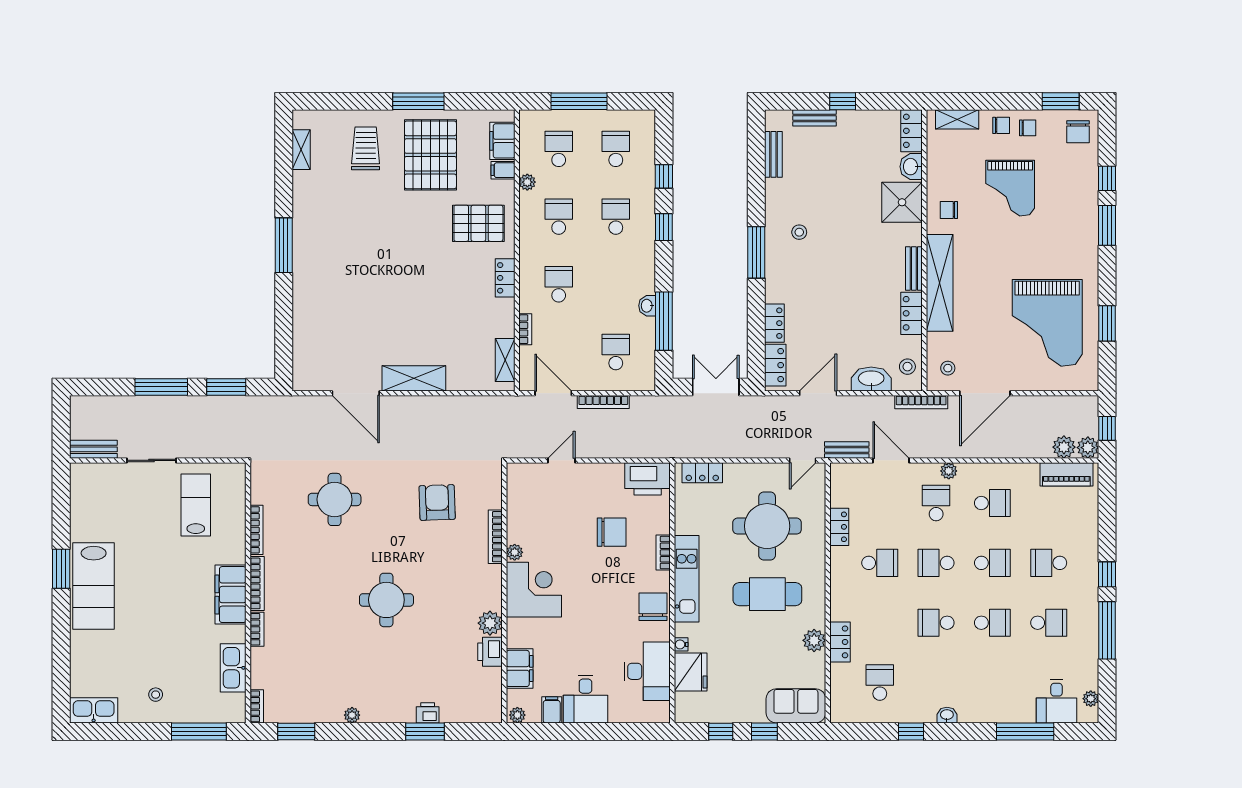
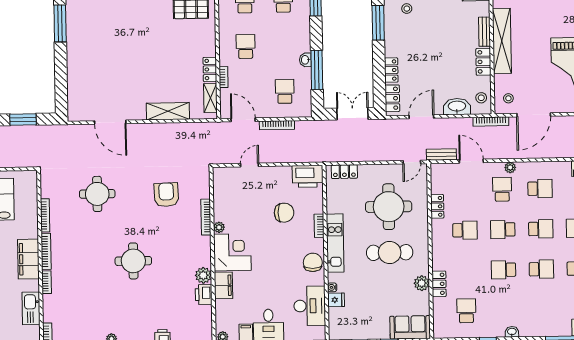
locker: (505, 278) -> (210, 69), moved
shelving: (414, 378) -> (168, 111), moved
filing cabinet: (520, 668) -> (223, 285), moved
fridge: (691, 672) -> (336, 300), width x0.53, depth x0.75

